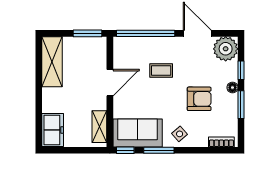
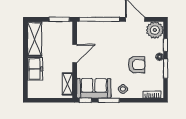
coffee table: (161, 71) -> (110, 45), removed
freezer: (53, 130) -> (35, 69), moved

